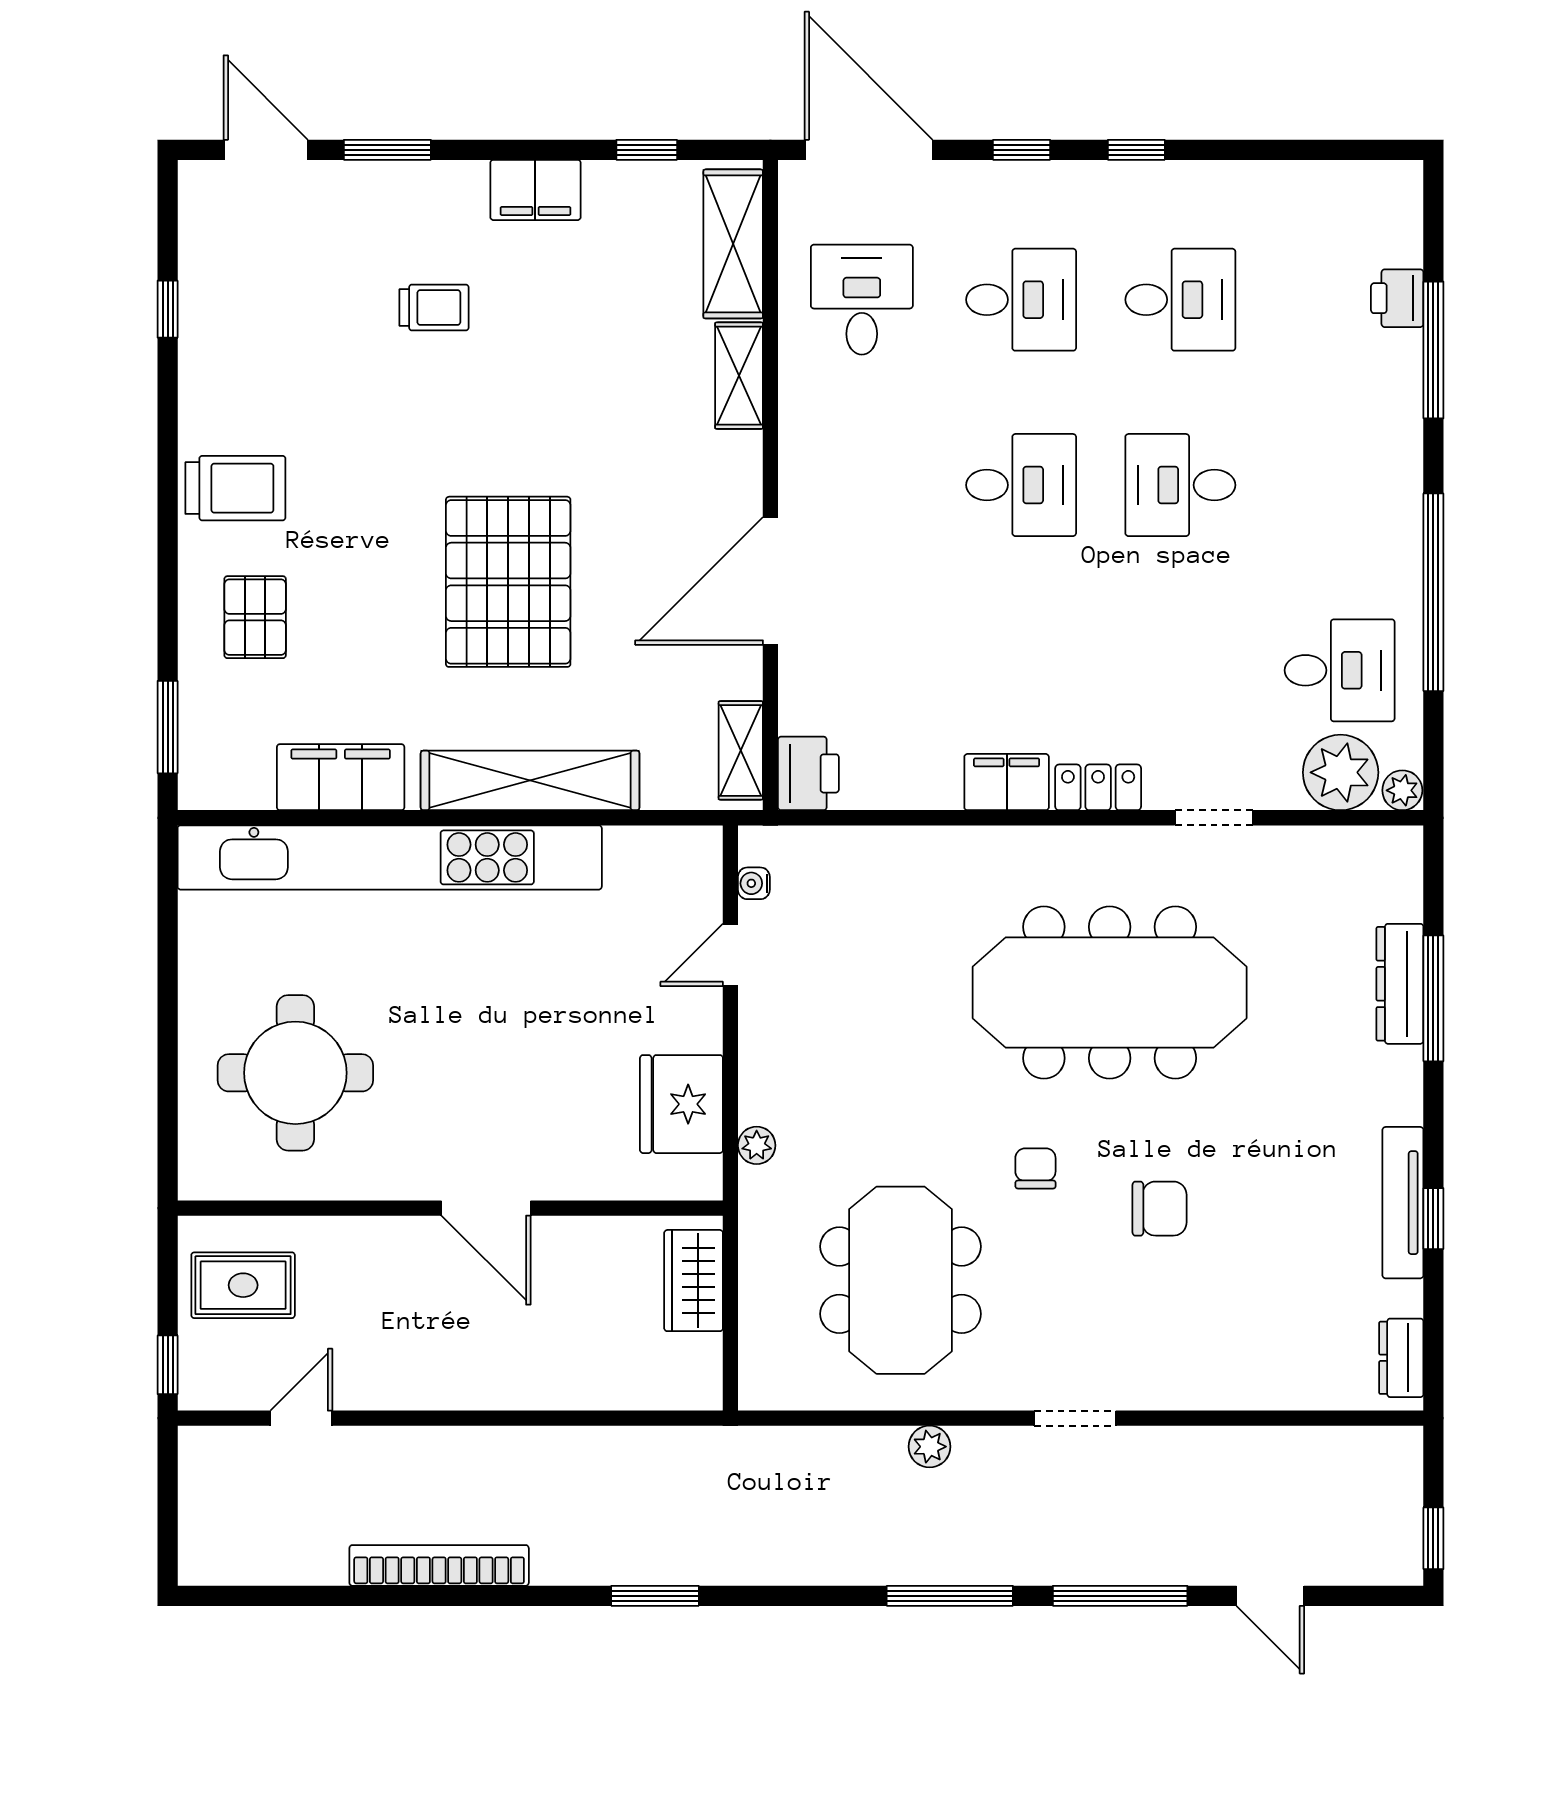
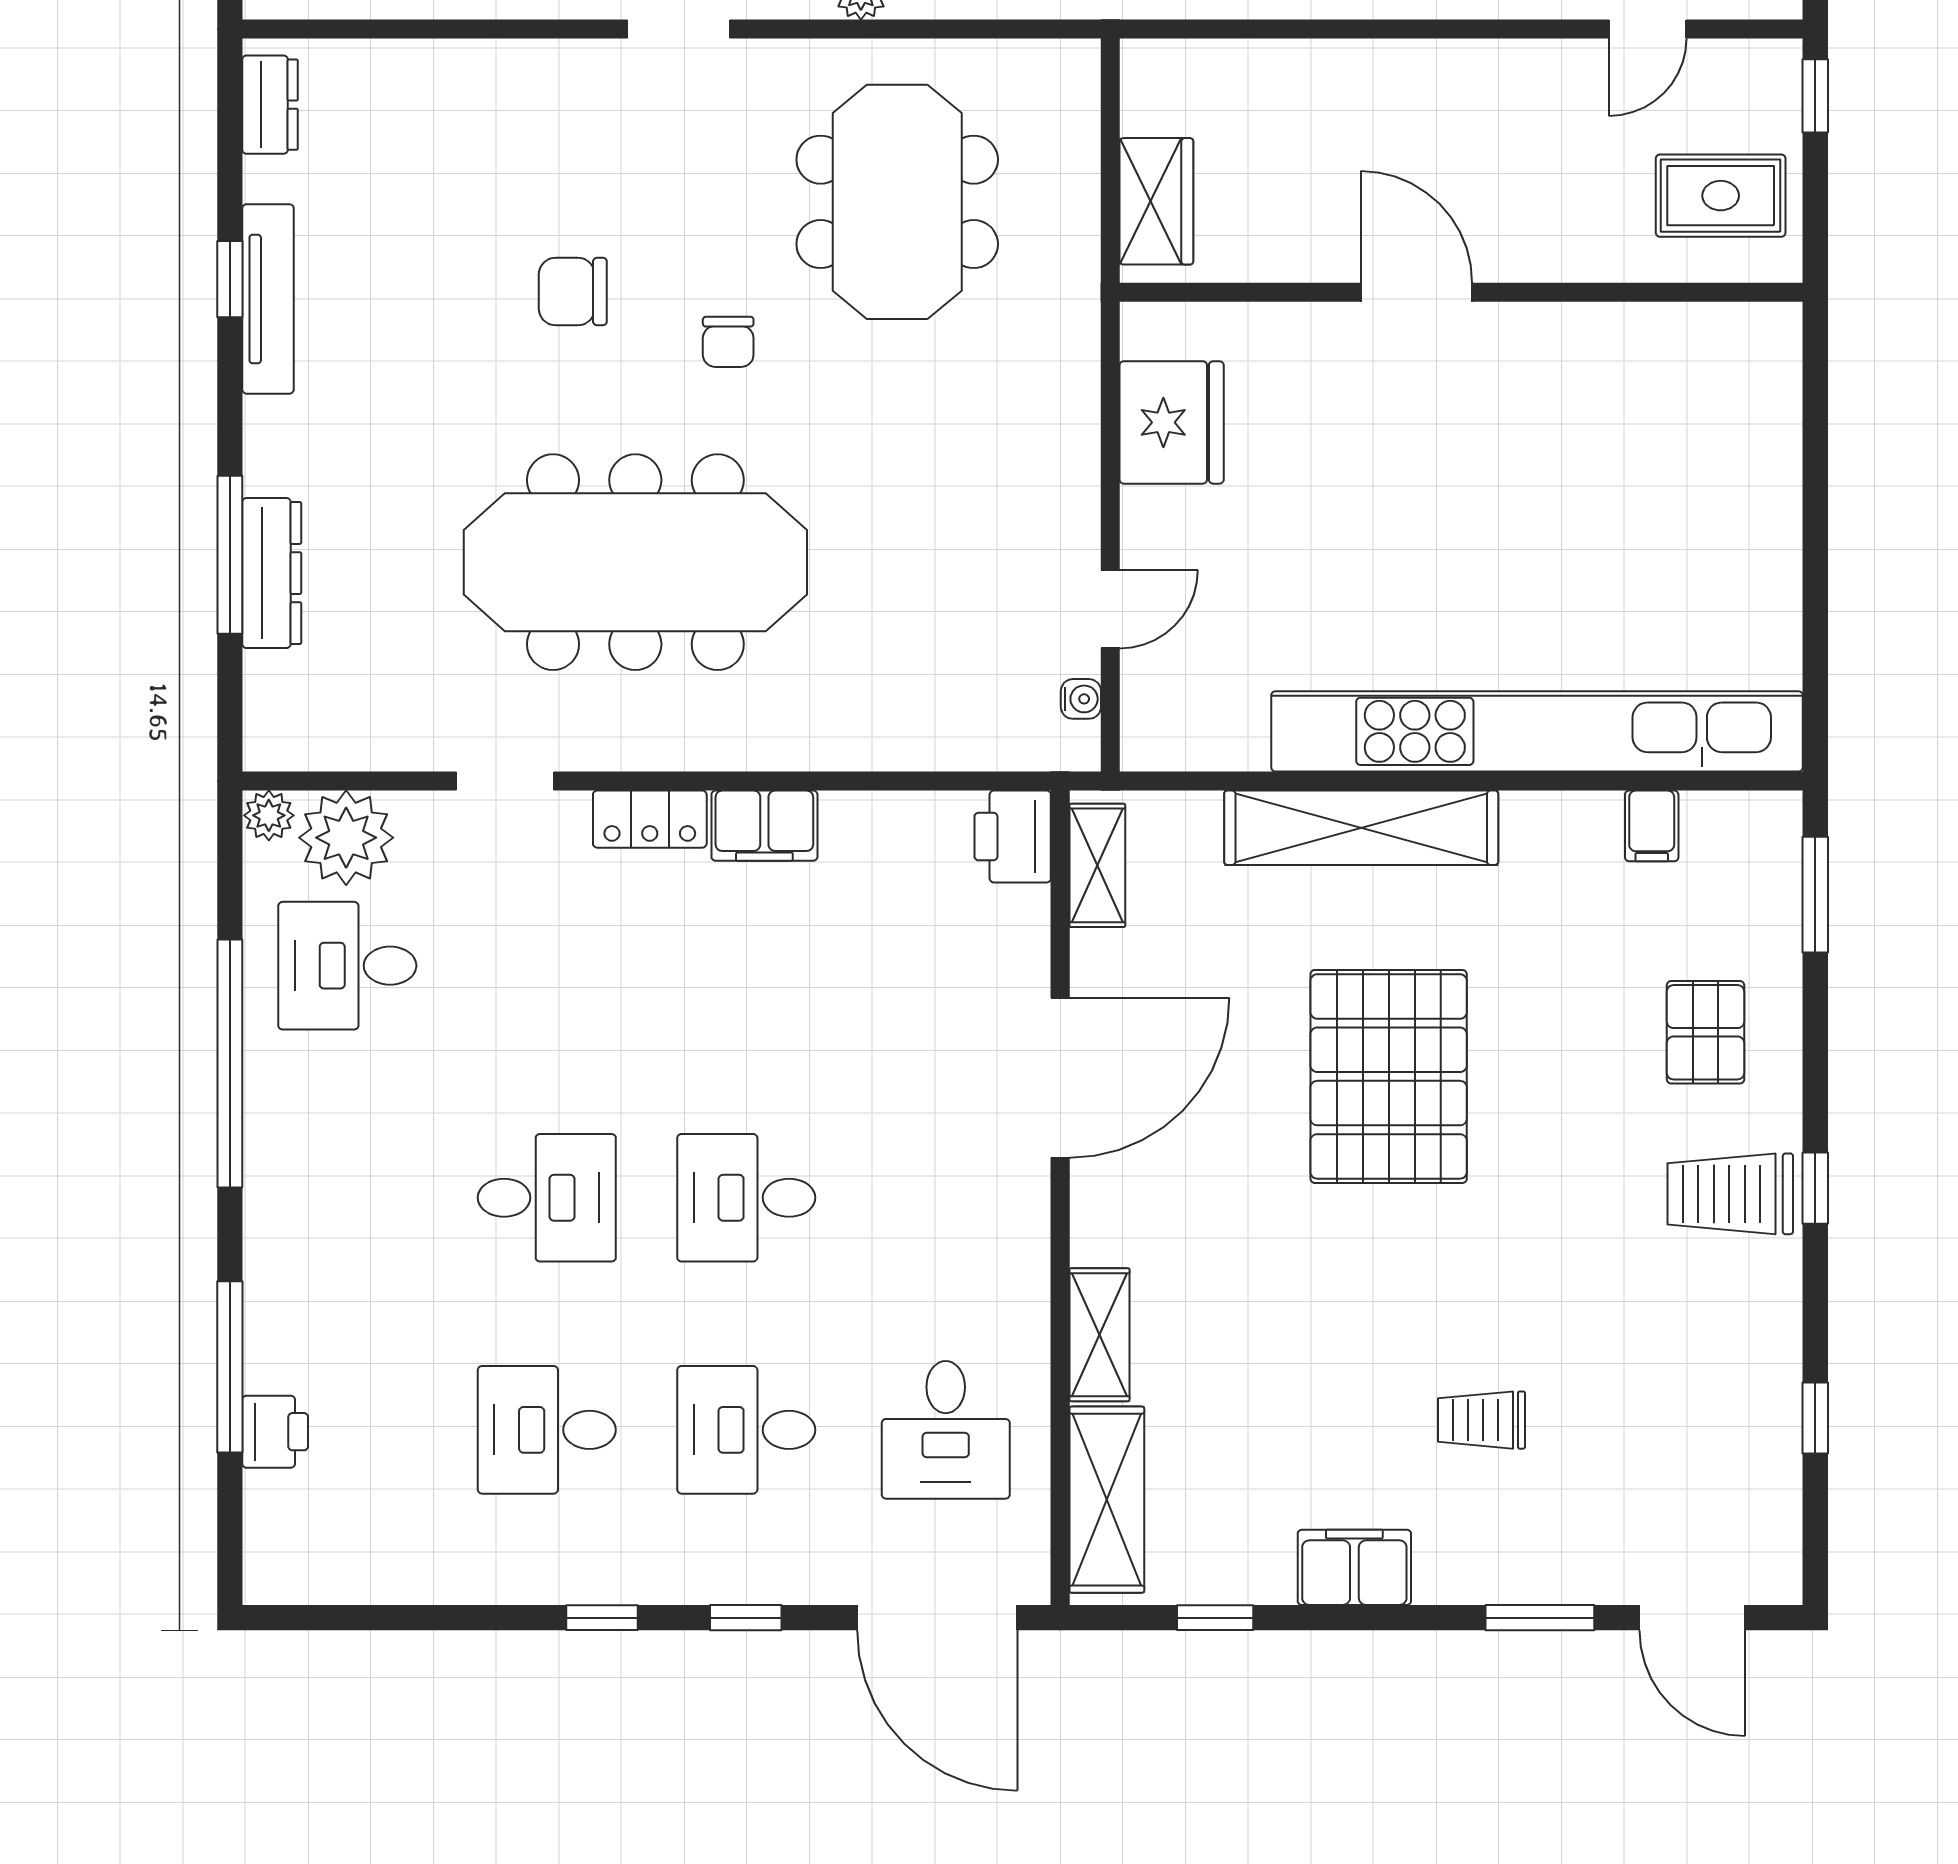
window: (168, 493) -> (1815, 1188), added
filing cabinet: (341, 777) -> (1652, 826), width x0.33, depth x0.86
round table: (295, 1073) -> (1655, 462), removed
plant: (757, 1145) -> (1077, 371), removed

